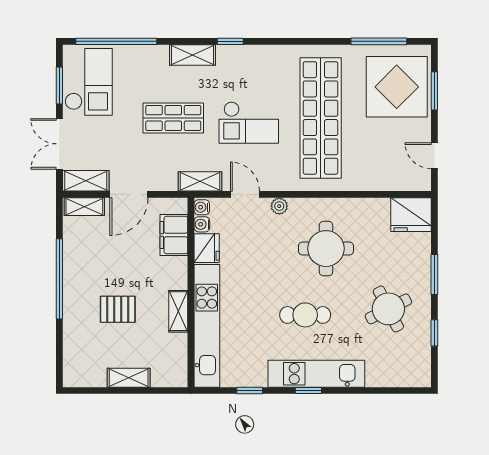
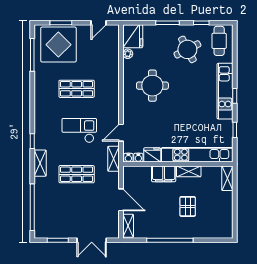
checkout: (89, 82) -> (56, 223), removed
shop shelf: (173, 118) -> (77, 174), turned 90
shop shelf: (321, 118) -> (77, 89), width x0.50, depth x0.74
checkout: (249, 123) -> (79, 130), turned -90
shelving: (86, 181) -> (113, 225), removed
plant: (279, 206) -> (128, 54), moved
filing cabinet: (174, 235) -> (164, 174), moved
cafe table: (305, 315) -> (219, 41), moved
shelving: (129, 378) -> (227, 178), moved

